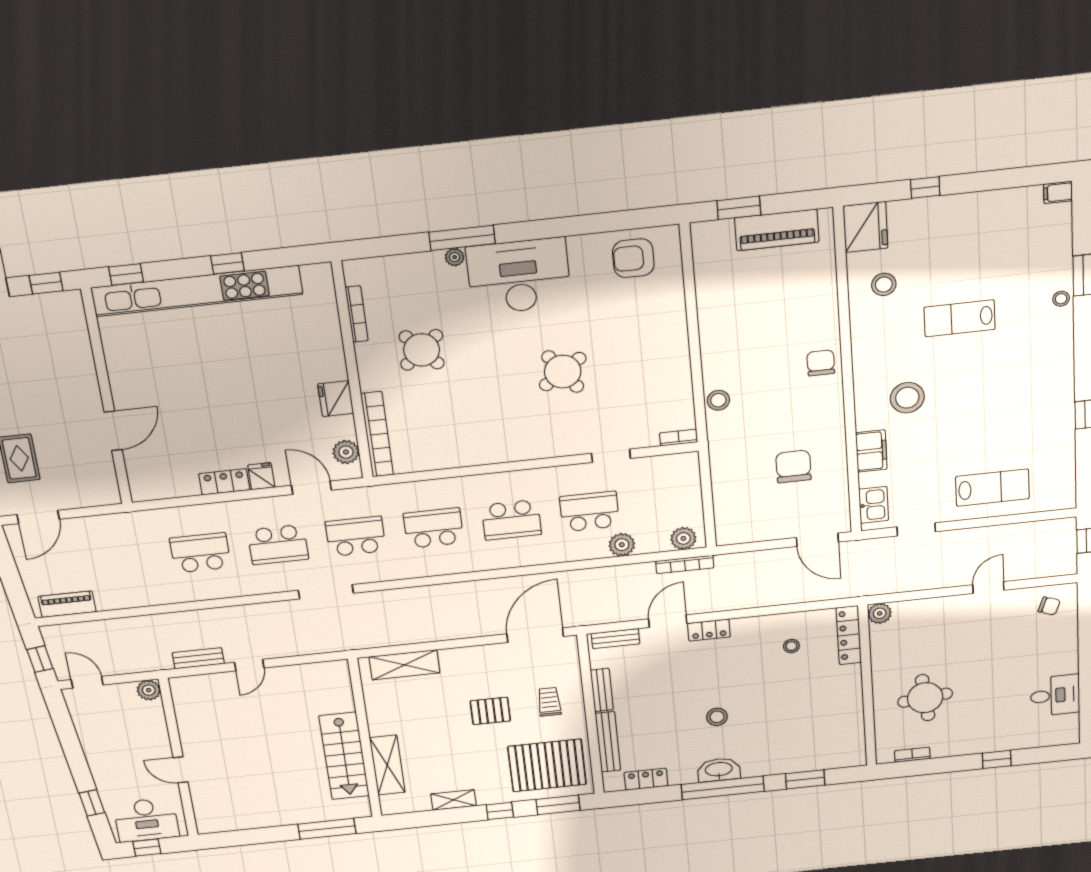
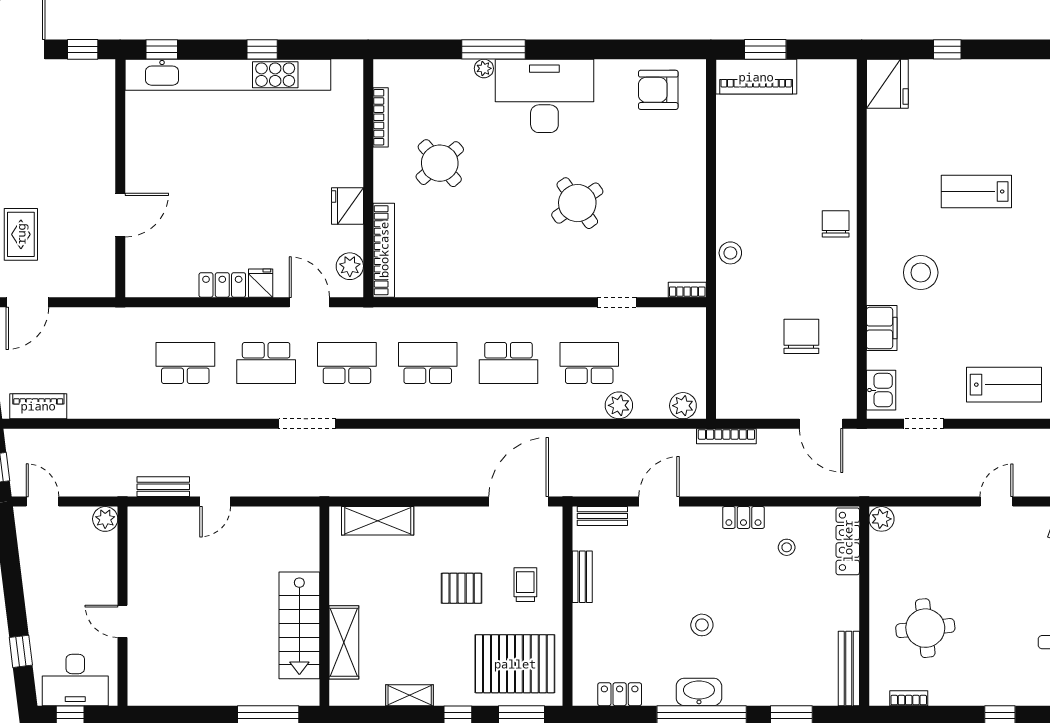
piano: (777, 230) -> (756, 77), moved
stool: (884, 284) -> (903, 146), removed
bookcase: (685, 564) -> (726, 436), moved
locker: (709, 630) -> (743, 517), moved
bench: (608, 742) -> (849, 668), moved

